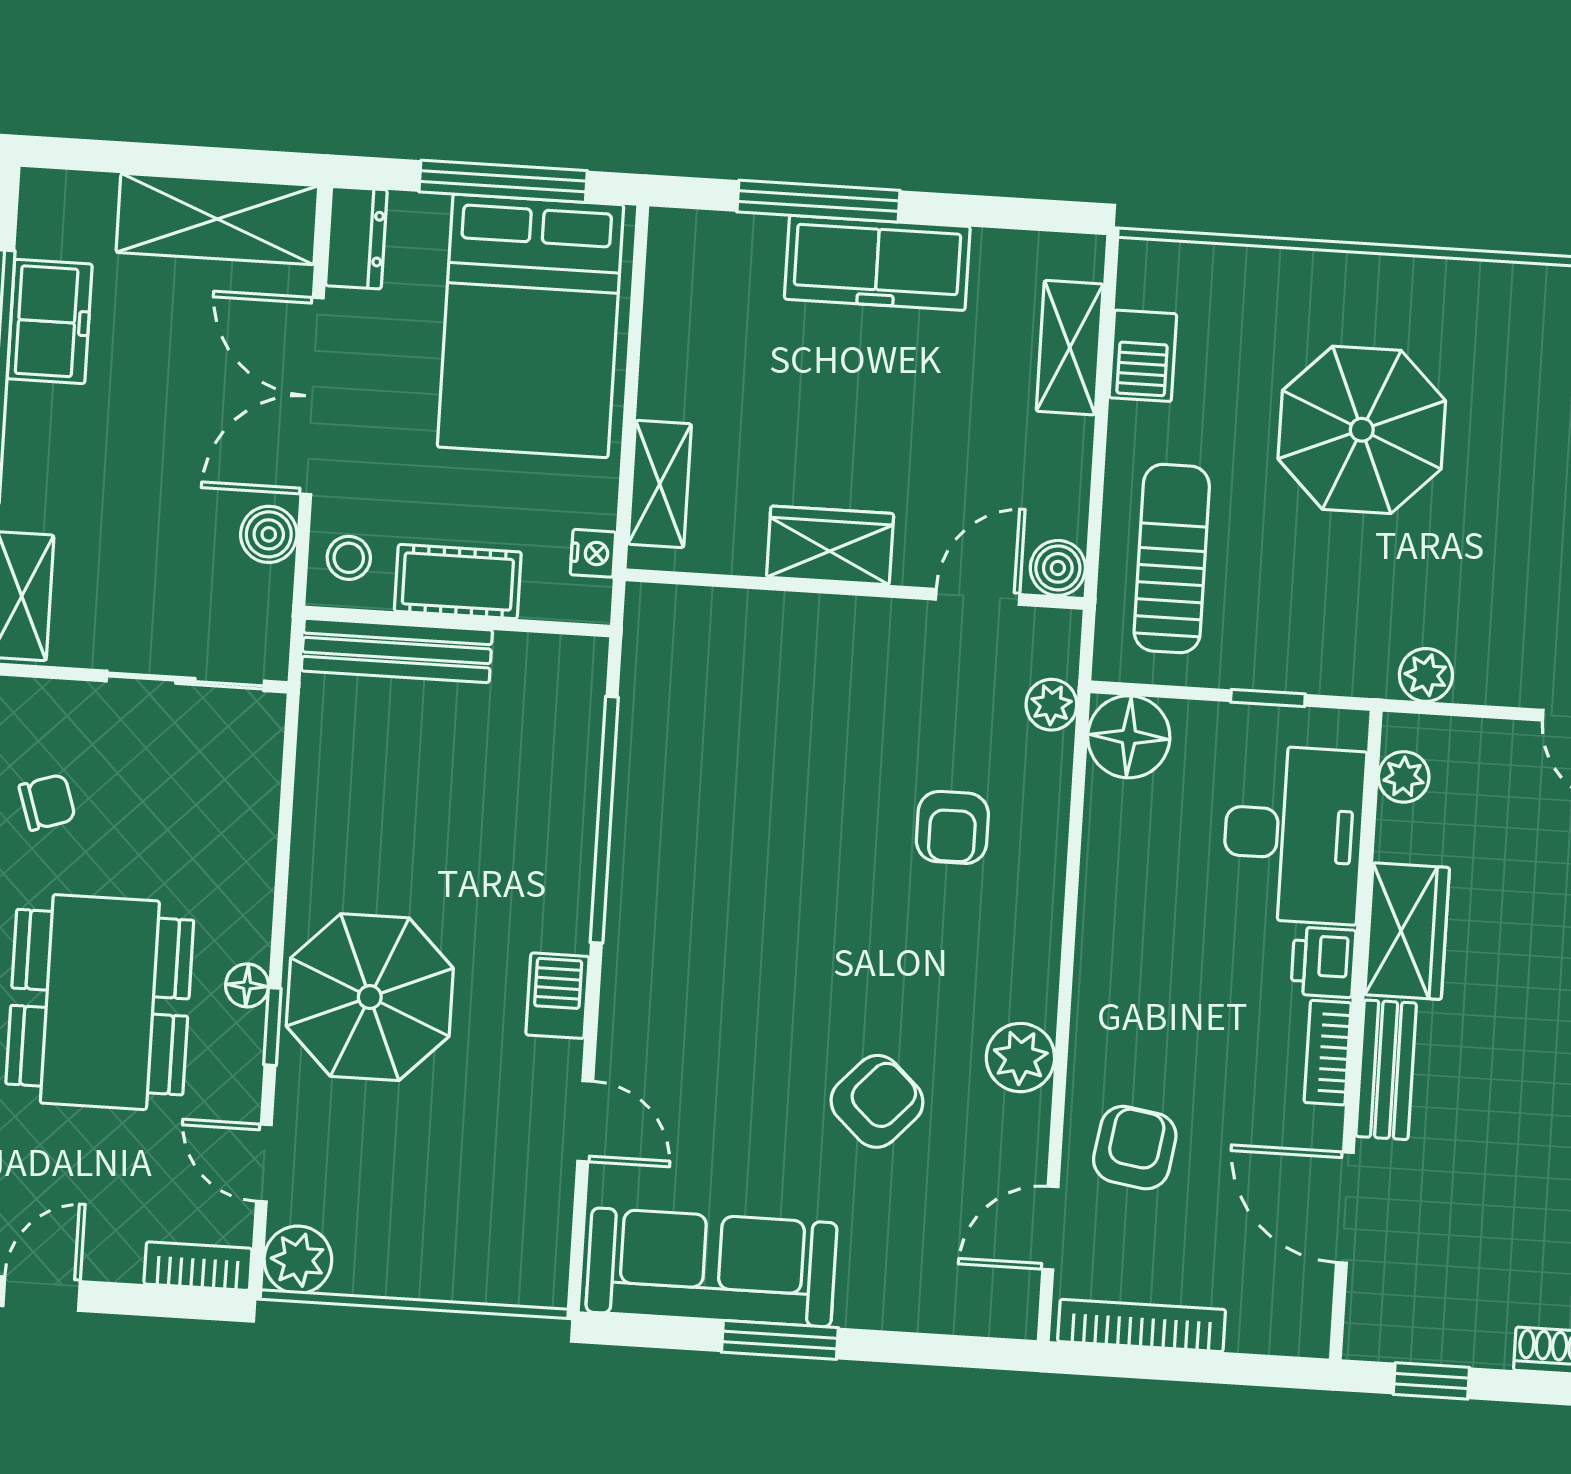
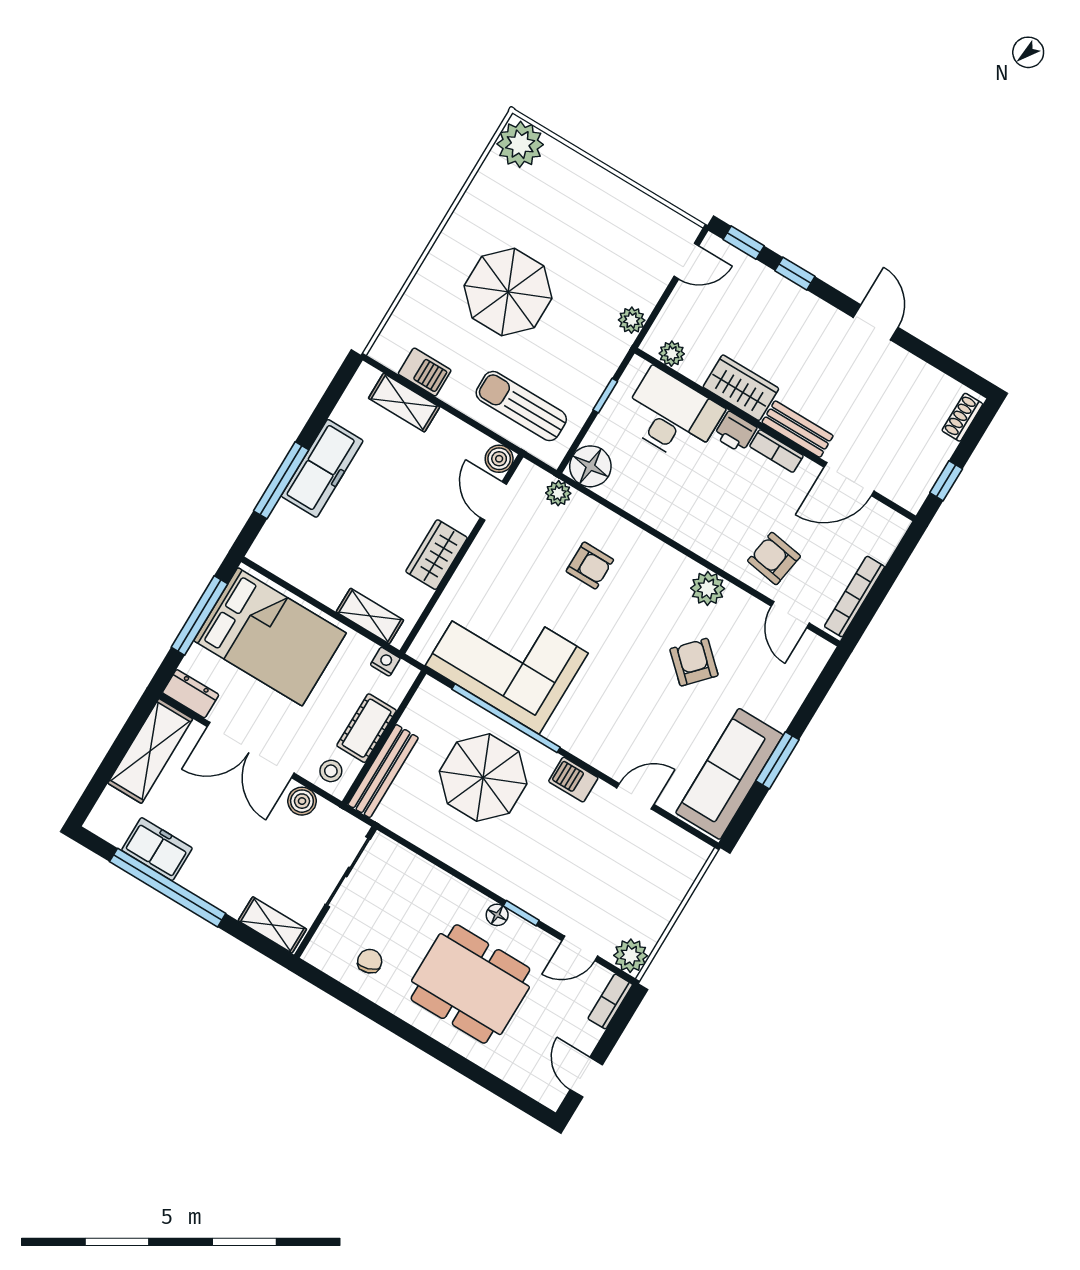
corner sofa: (709, 767) -> (507, 659), added
parasol: (370, 997) -> (483, 778), moved

